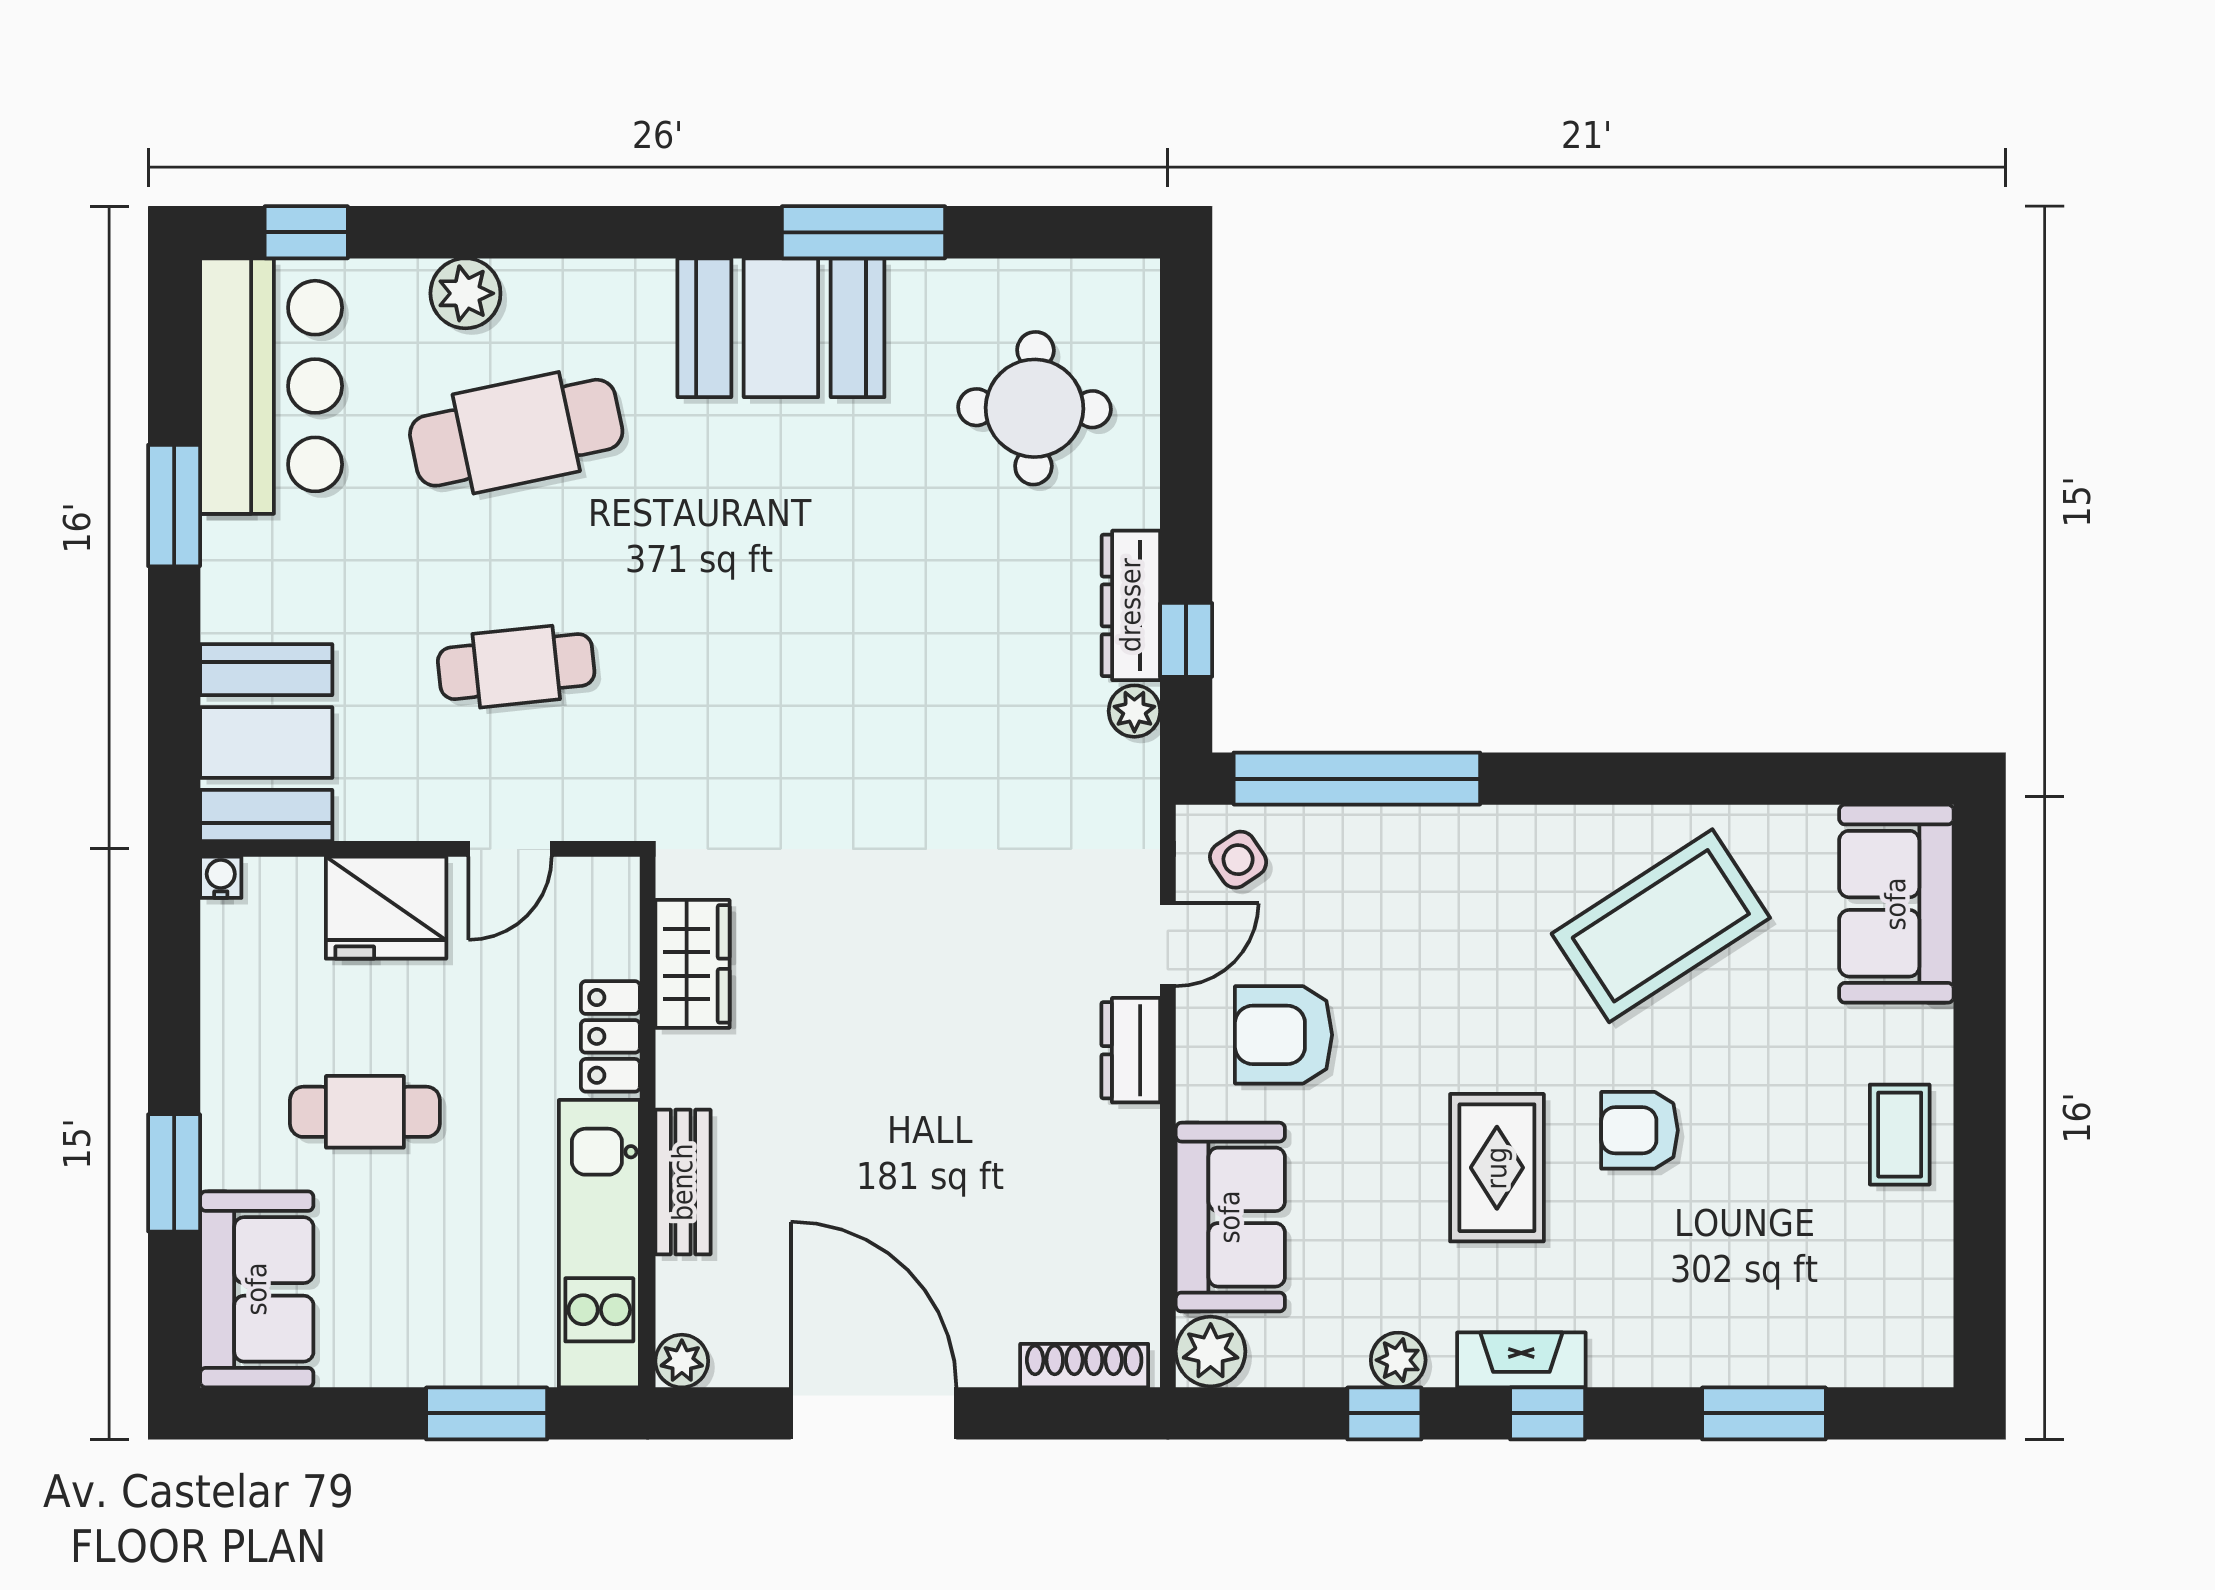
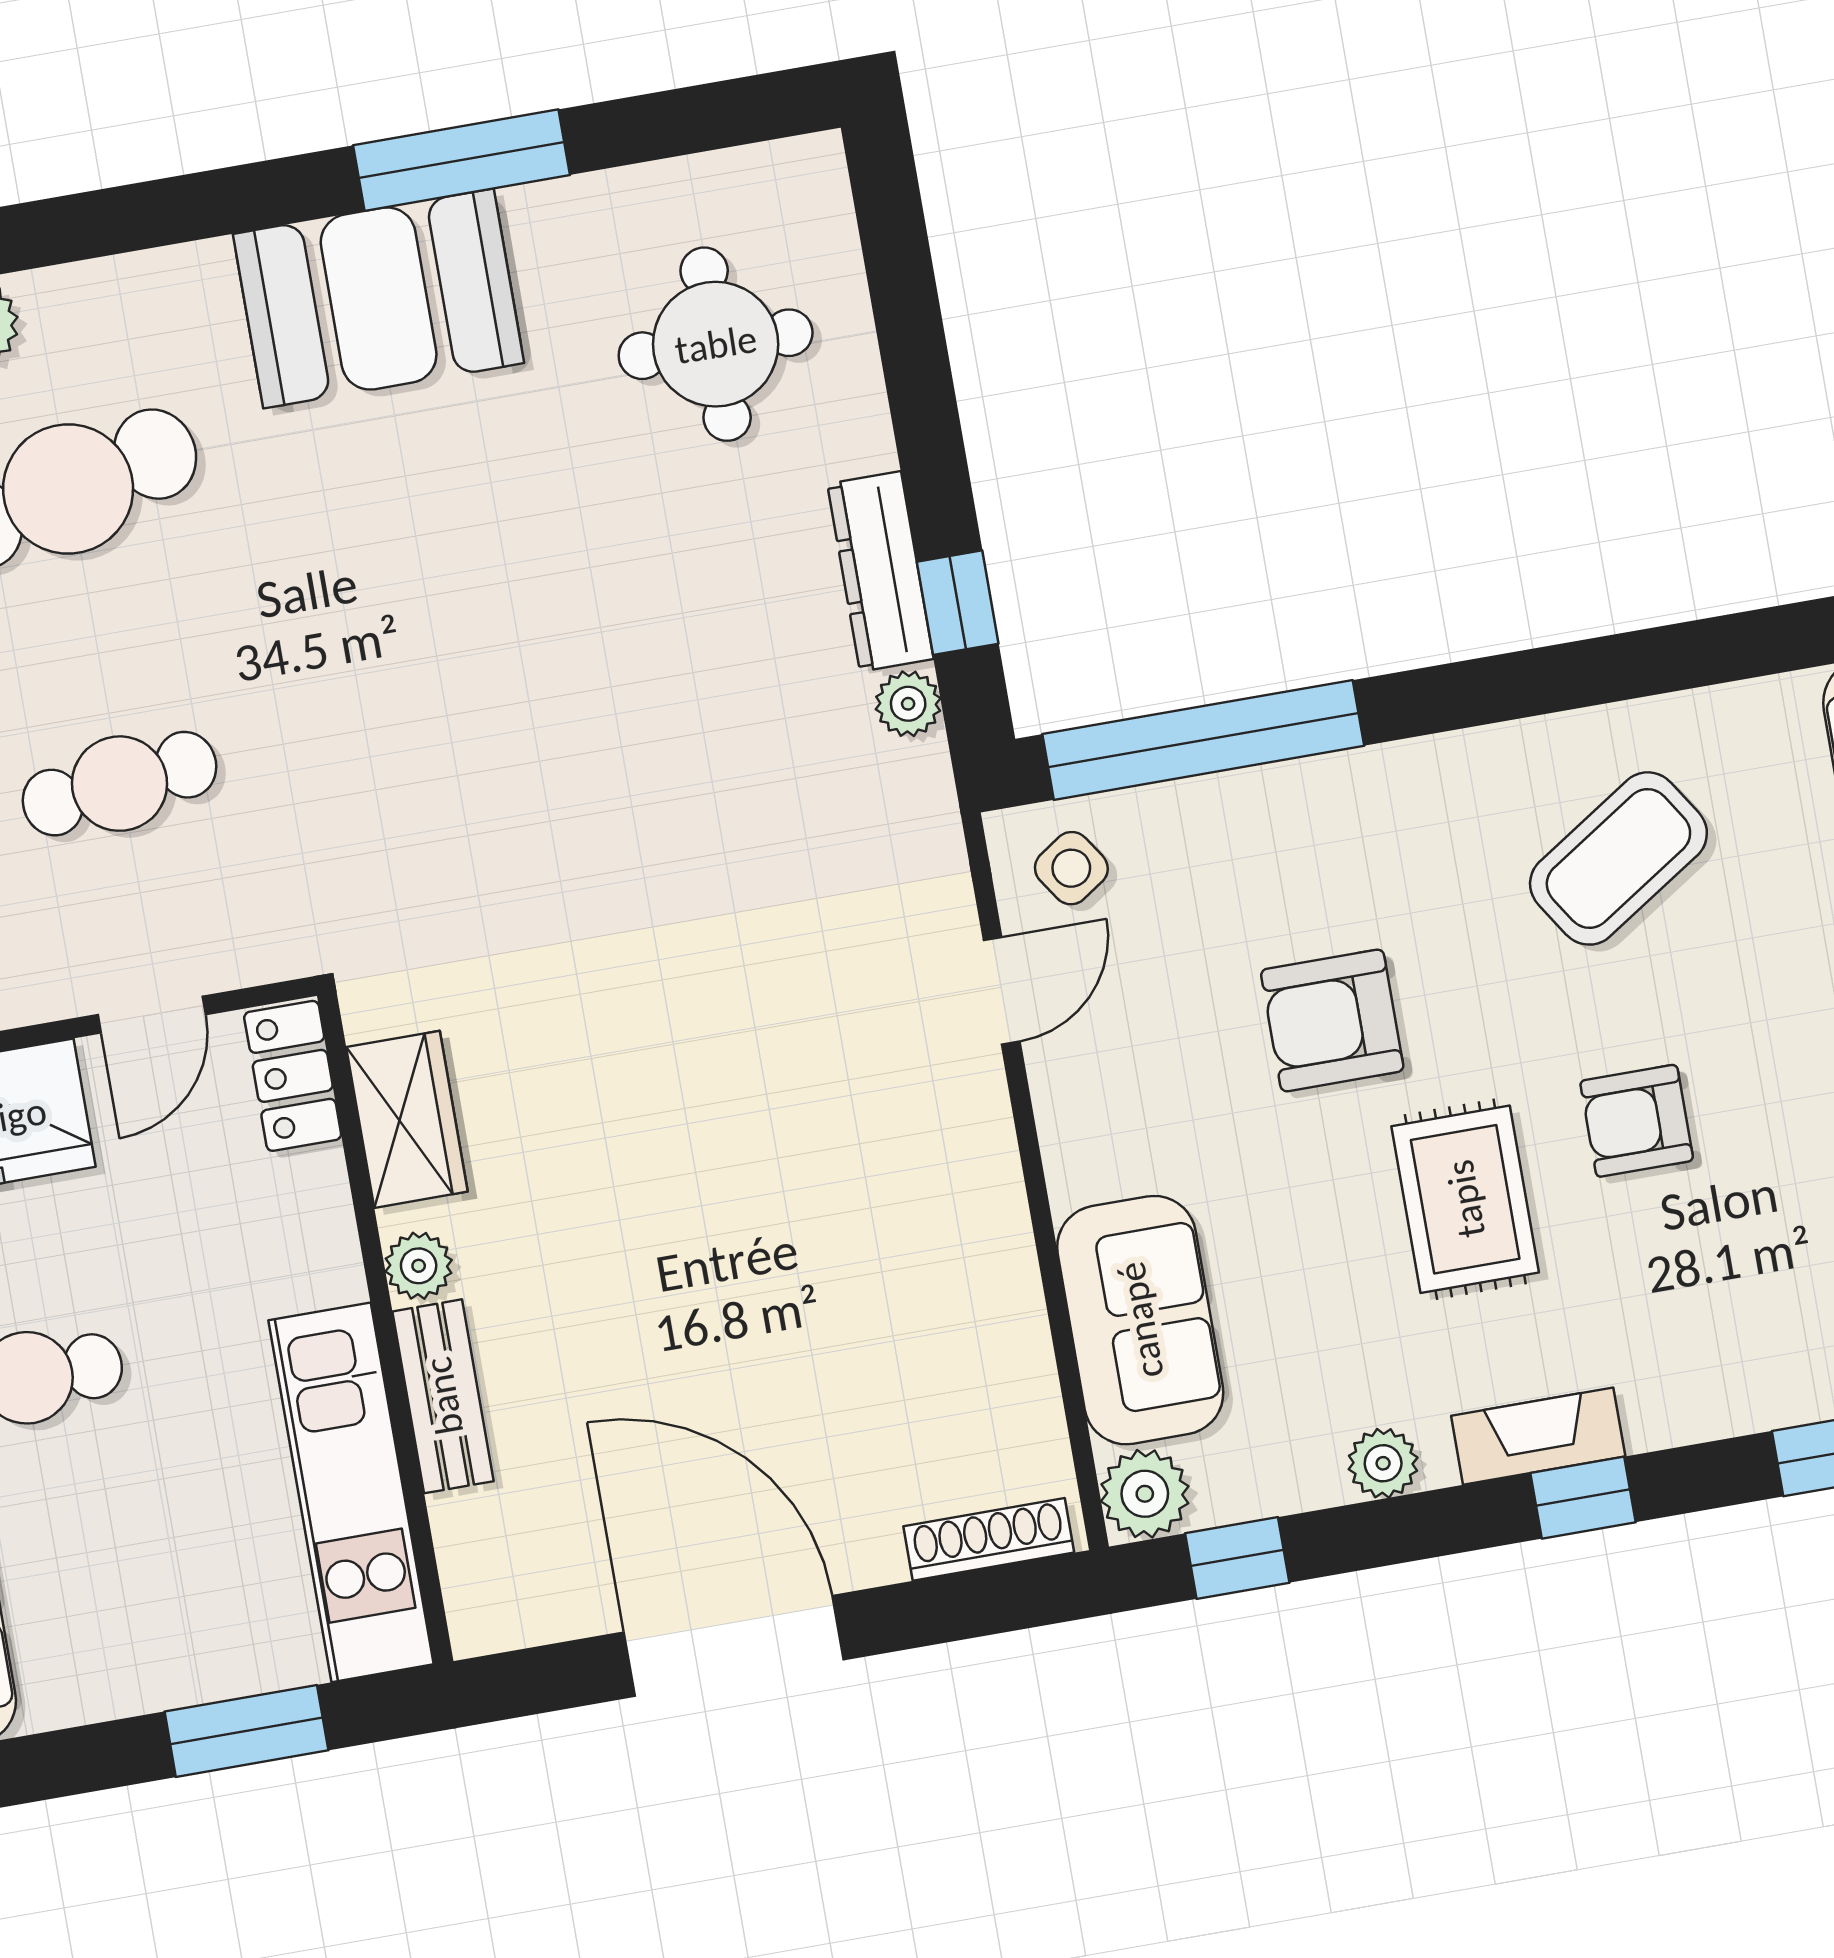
coffee table: (1661, 926) -> (1618, 858), width x0.73, depth x0.76
armchair: (1284, 1035) -> (1332, 1020), moved
locker: (610, 1036) -> (293, 1076), moved
dresser: (1131, 1050) -> (978, 1132), removed
plant: (682, 1361) -> (419, 1266), moved
window: (1384, 1413) -> (1237, 1558), moved

